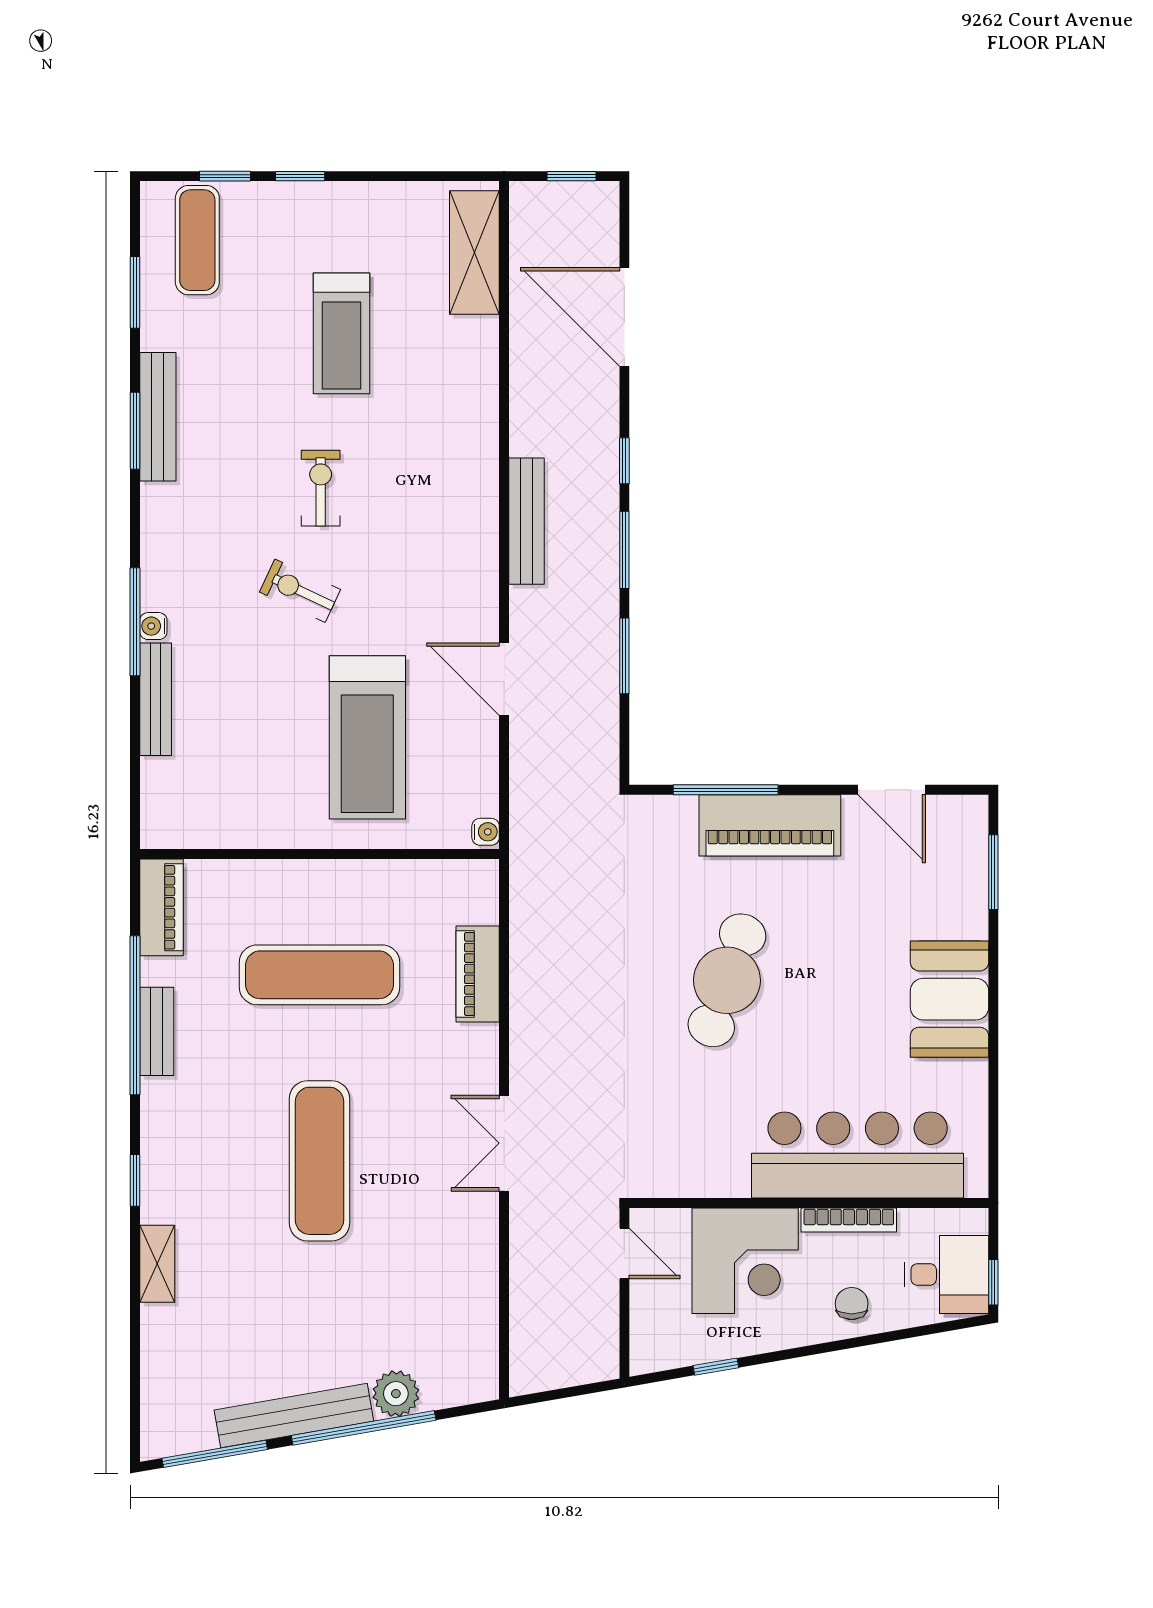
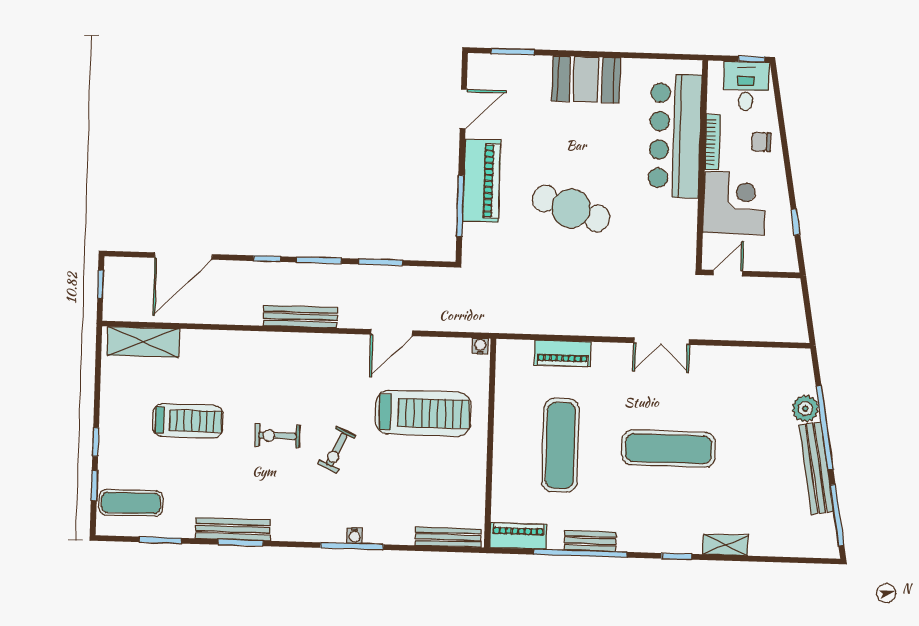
bench: (156, 699) -> (448, 537), moved

